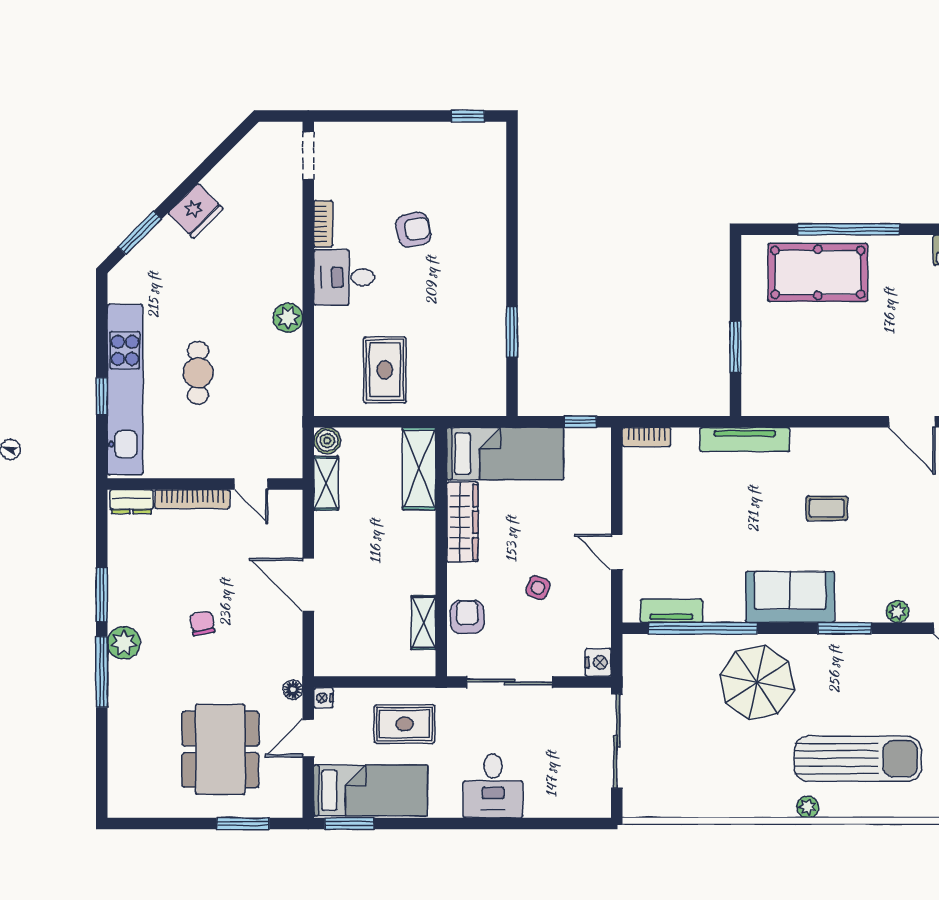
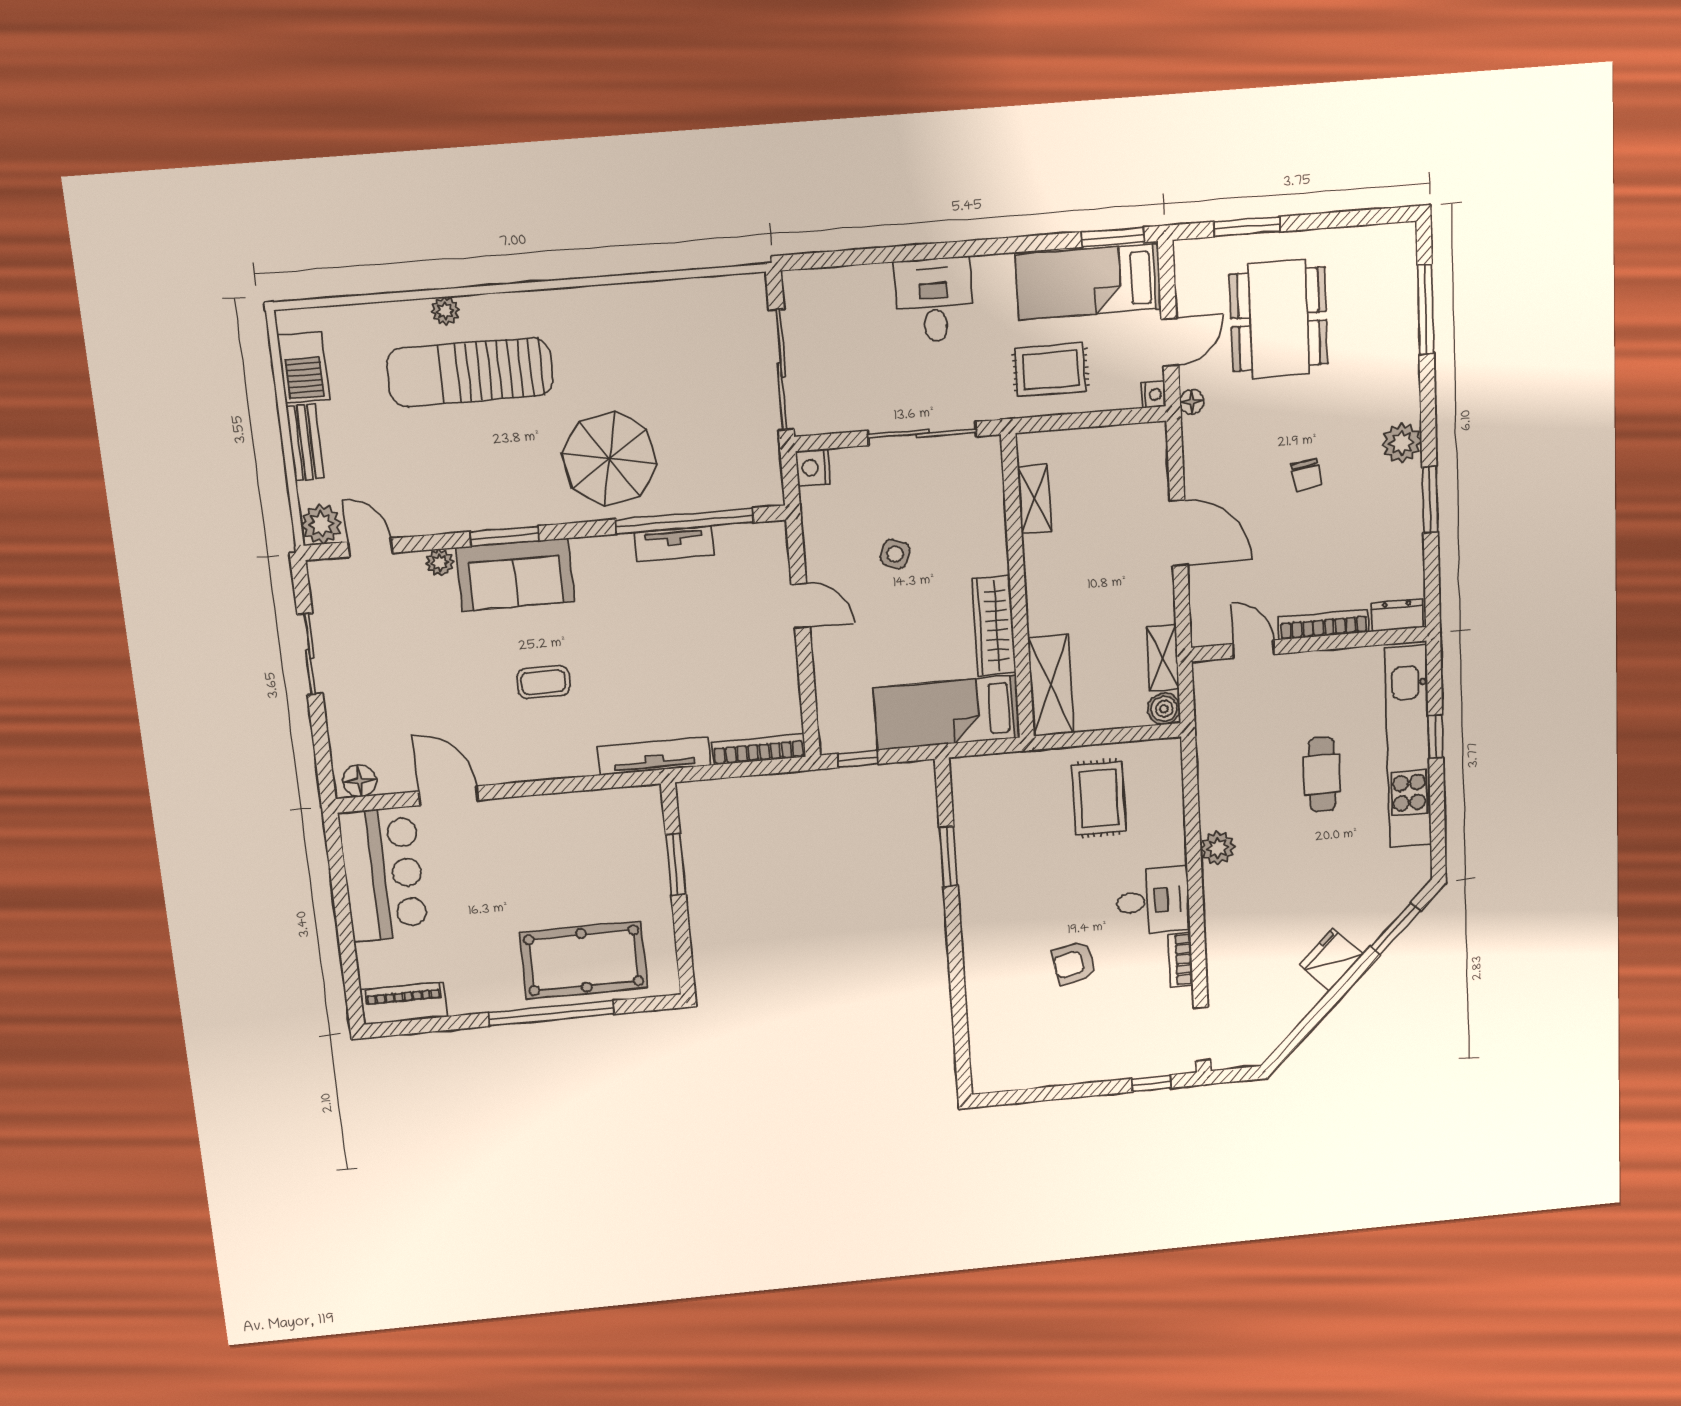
window: (468, 116) -> (1151, 1083), moved
bookcase: (646, 437) -> (759, 749), width x1.56
sofa: (790, 597) -> (515, 575), moved
tv unit: (671, 611) -> (674, 544), moved
armchair: (467, 617) -> (980, 510), removed
window: (102, 672) -> (1426, 309), moved
plant: (808, 807) -> (445, 311), moved

